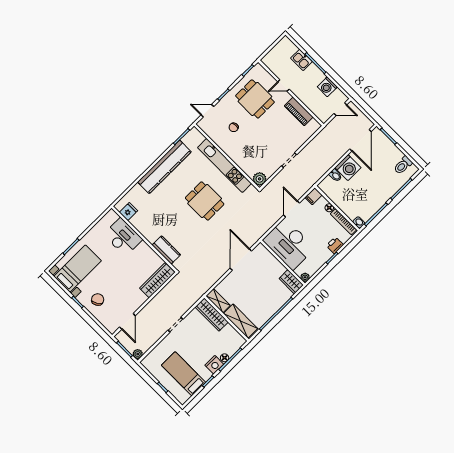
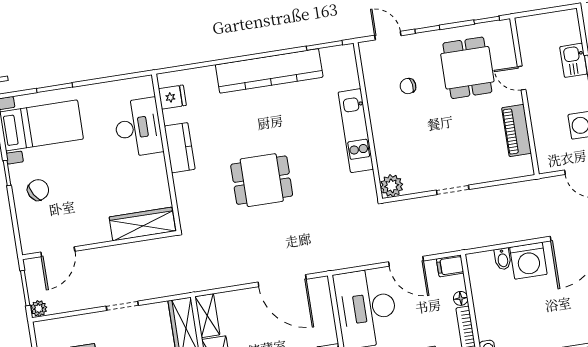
kitchen unit: (224, 165) -> (356, 131), width x0.73
dining table: (205, 201) -> (262, 180), moved, turned 90
door: (292, 209) -> (406, 261), swing flipped
kitchen counter: (166, 250) -> (180, 148), moved
door: (241, 260) -> (282, 281), swing flipped

